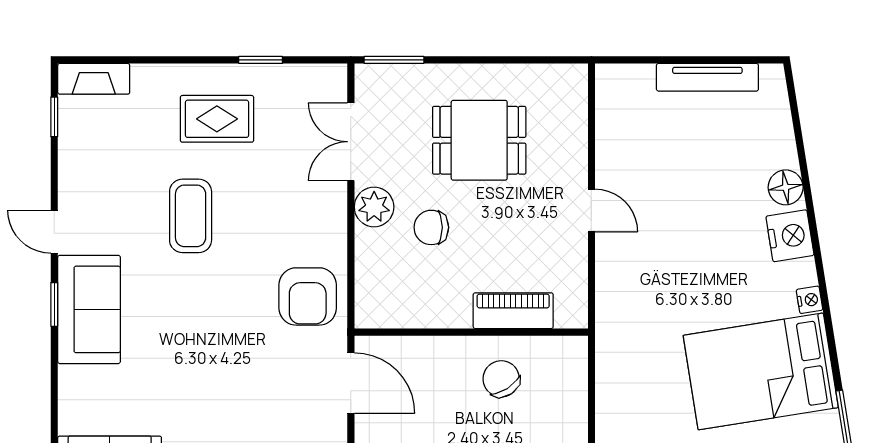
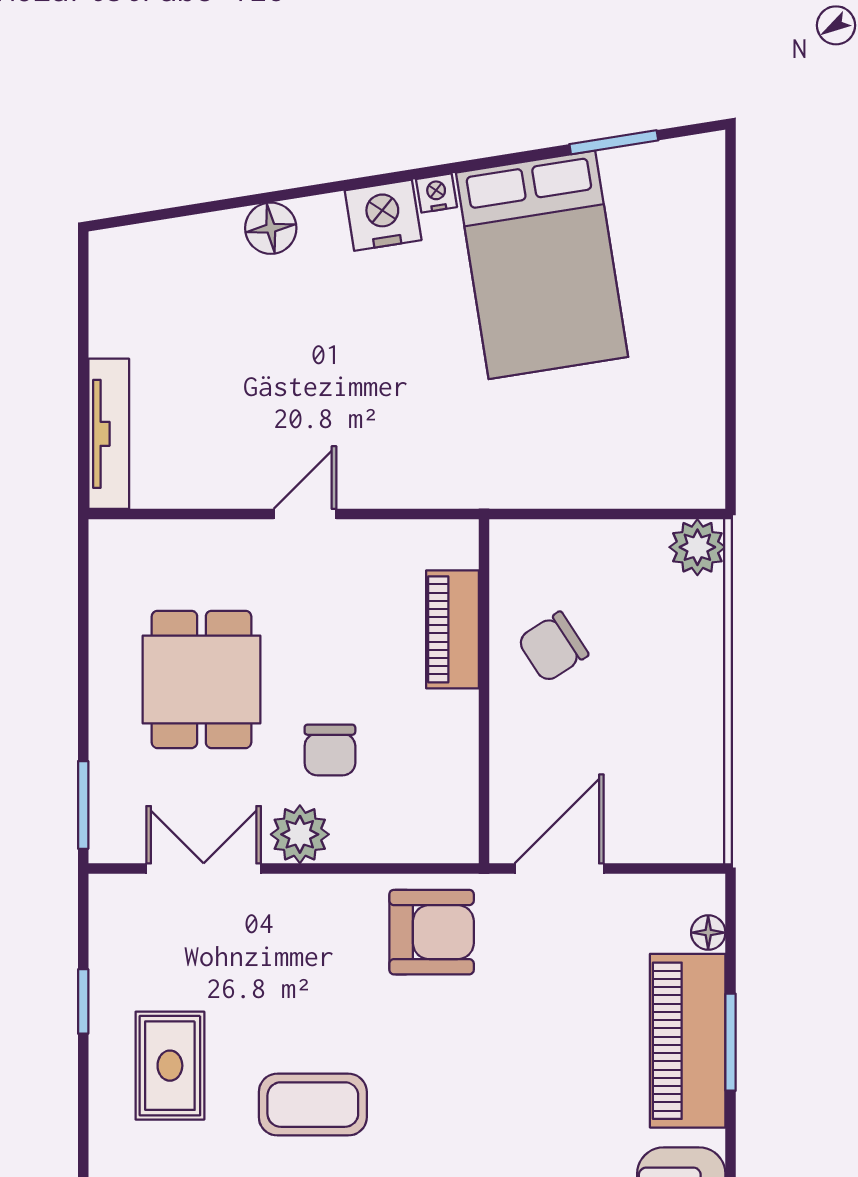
tv unit: (707, 77) -> (109, 434), moved
double door: (351, 142) -> (204, 869), swing flipped
nightstand: (790, 236) -> (383, 215), moved

